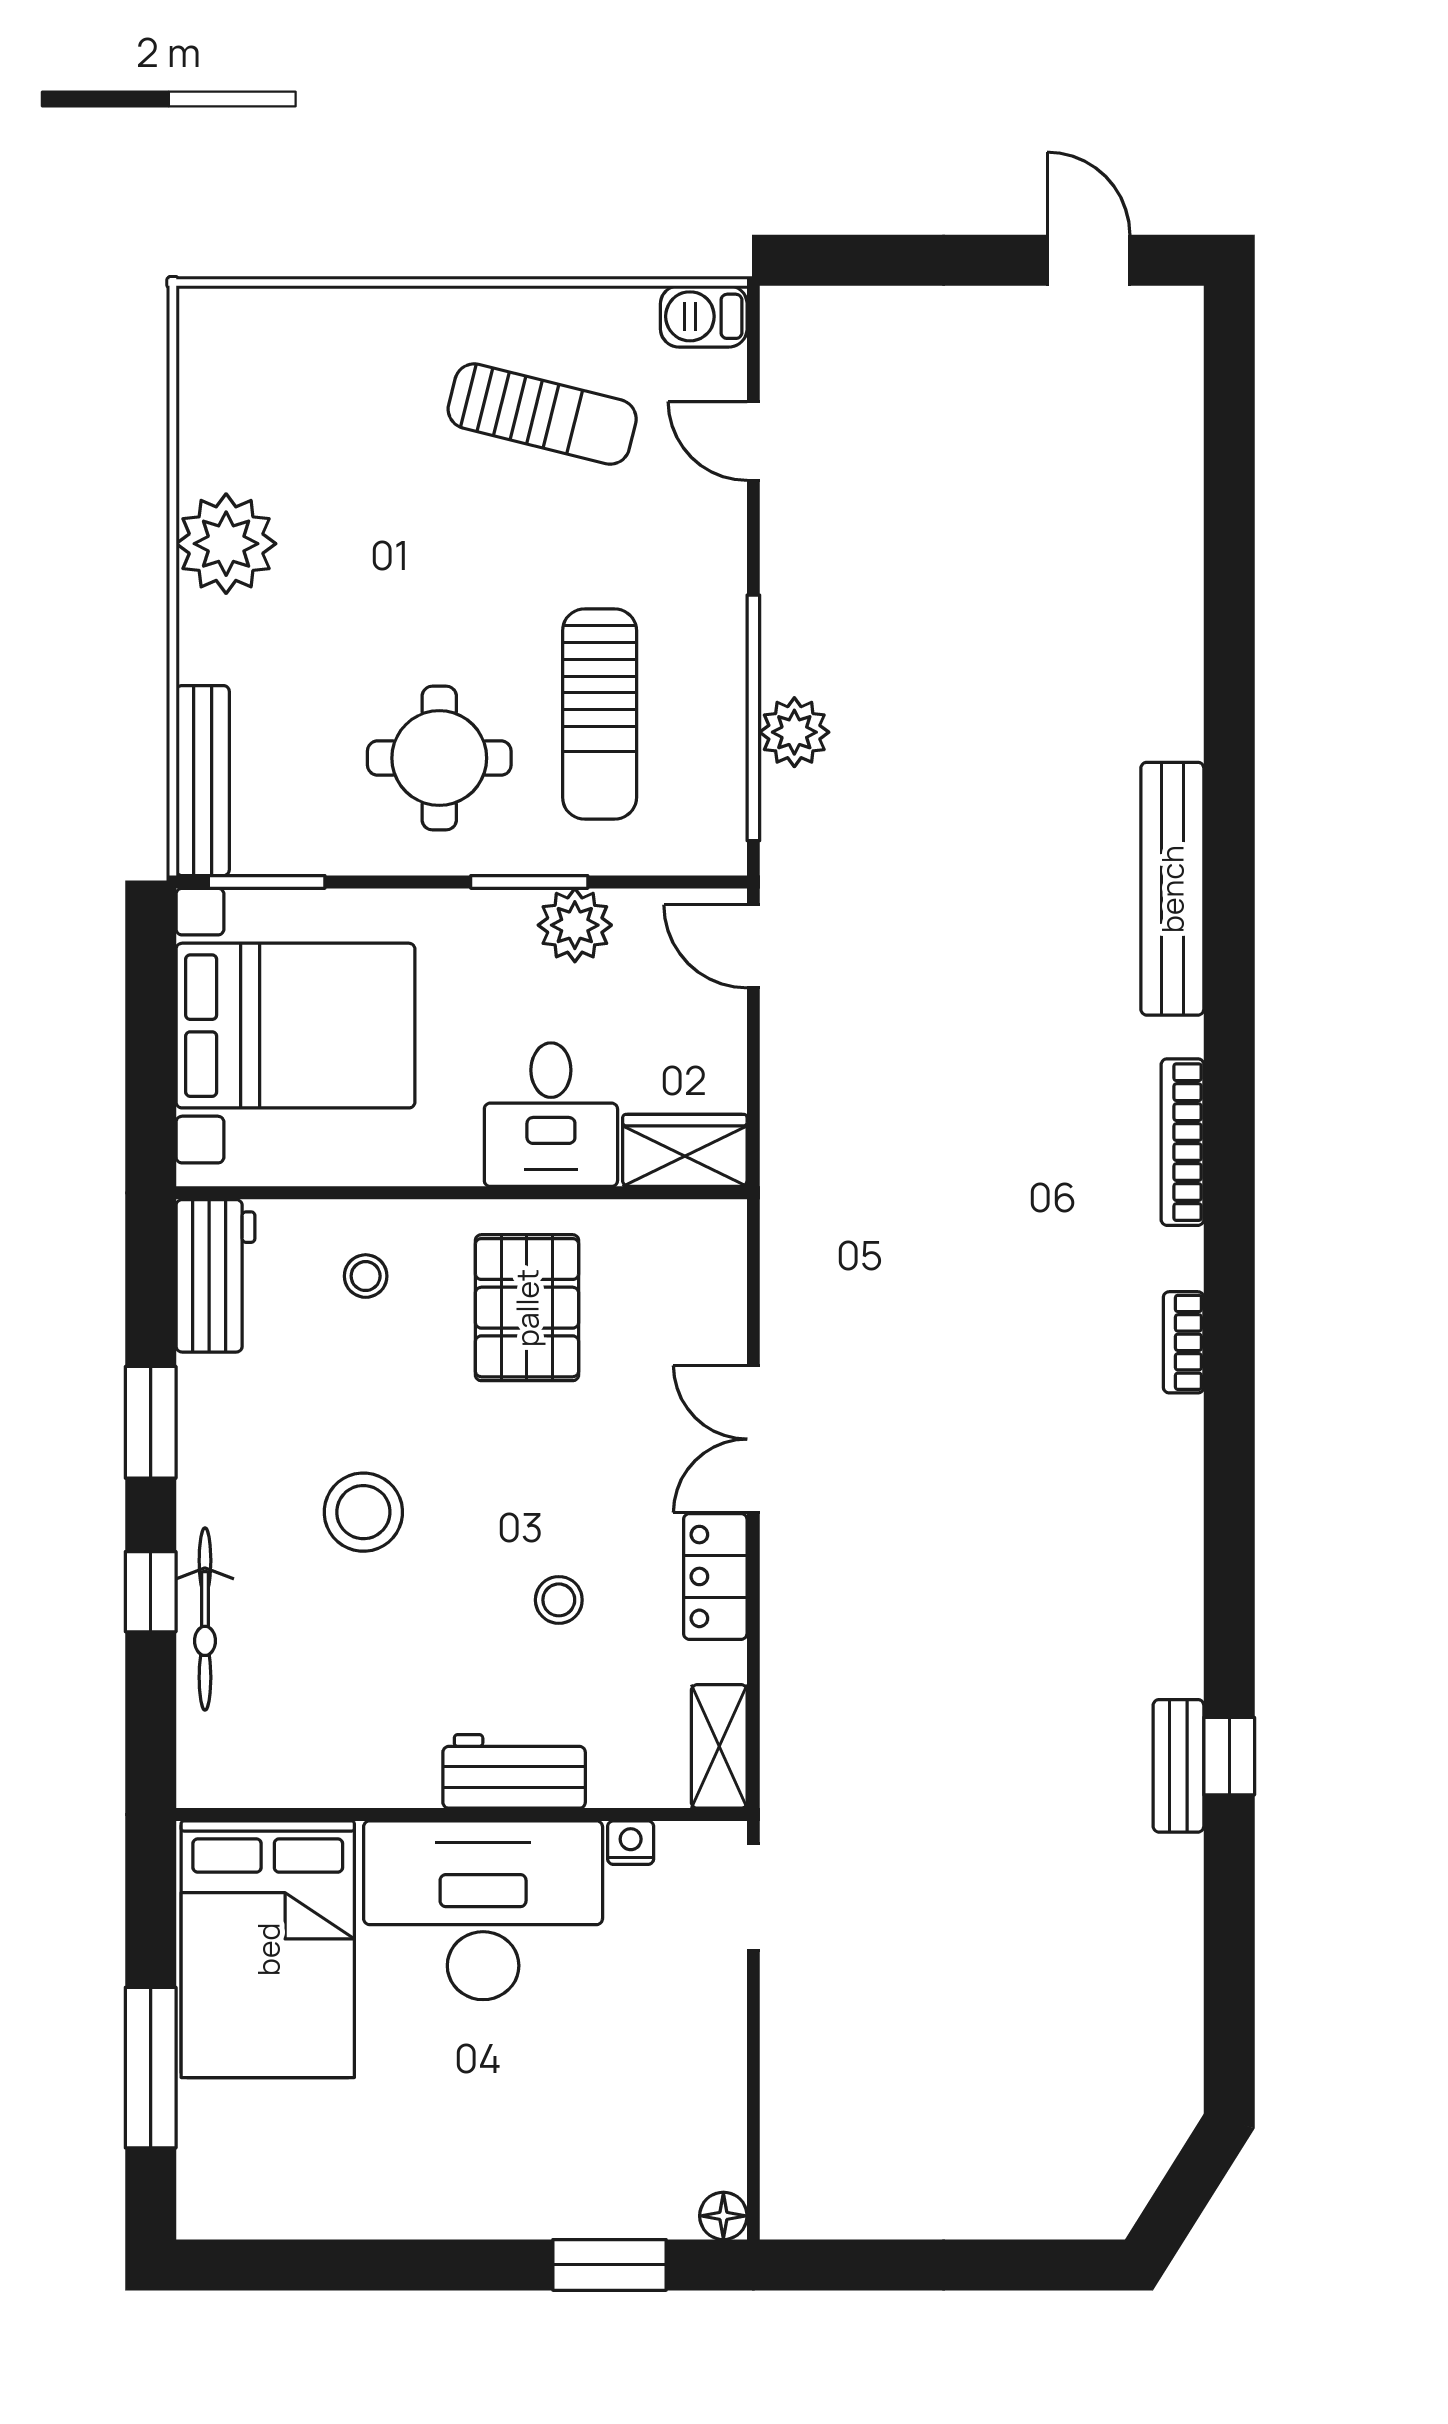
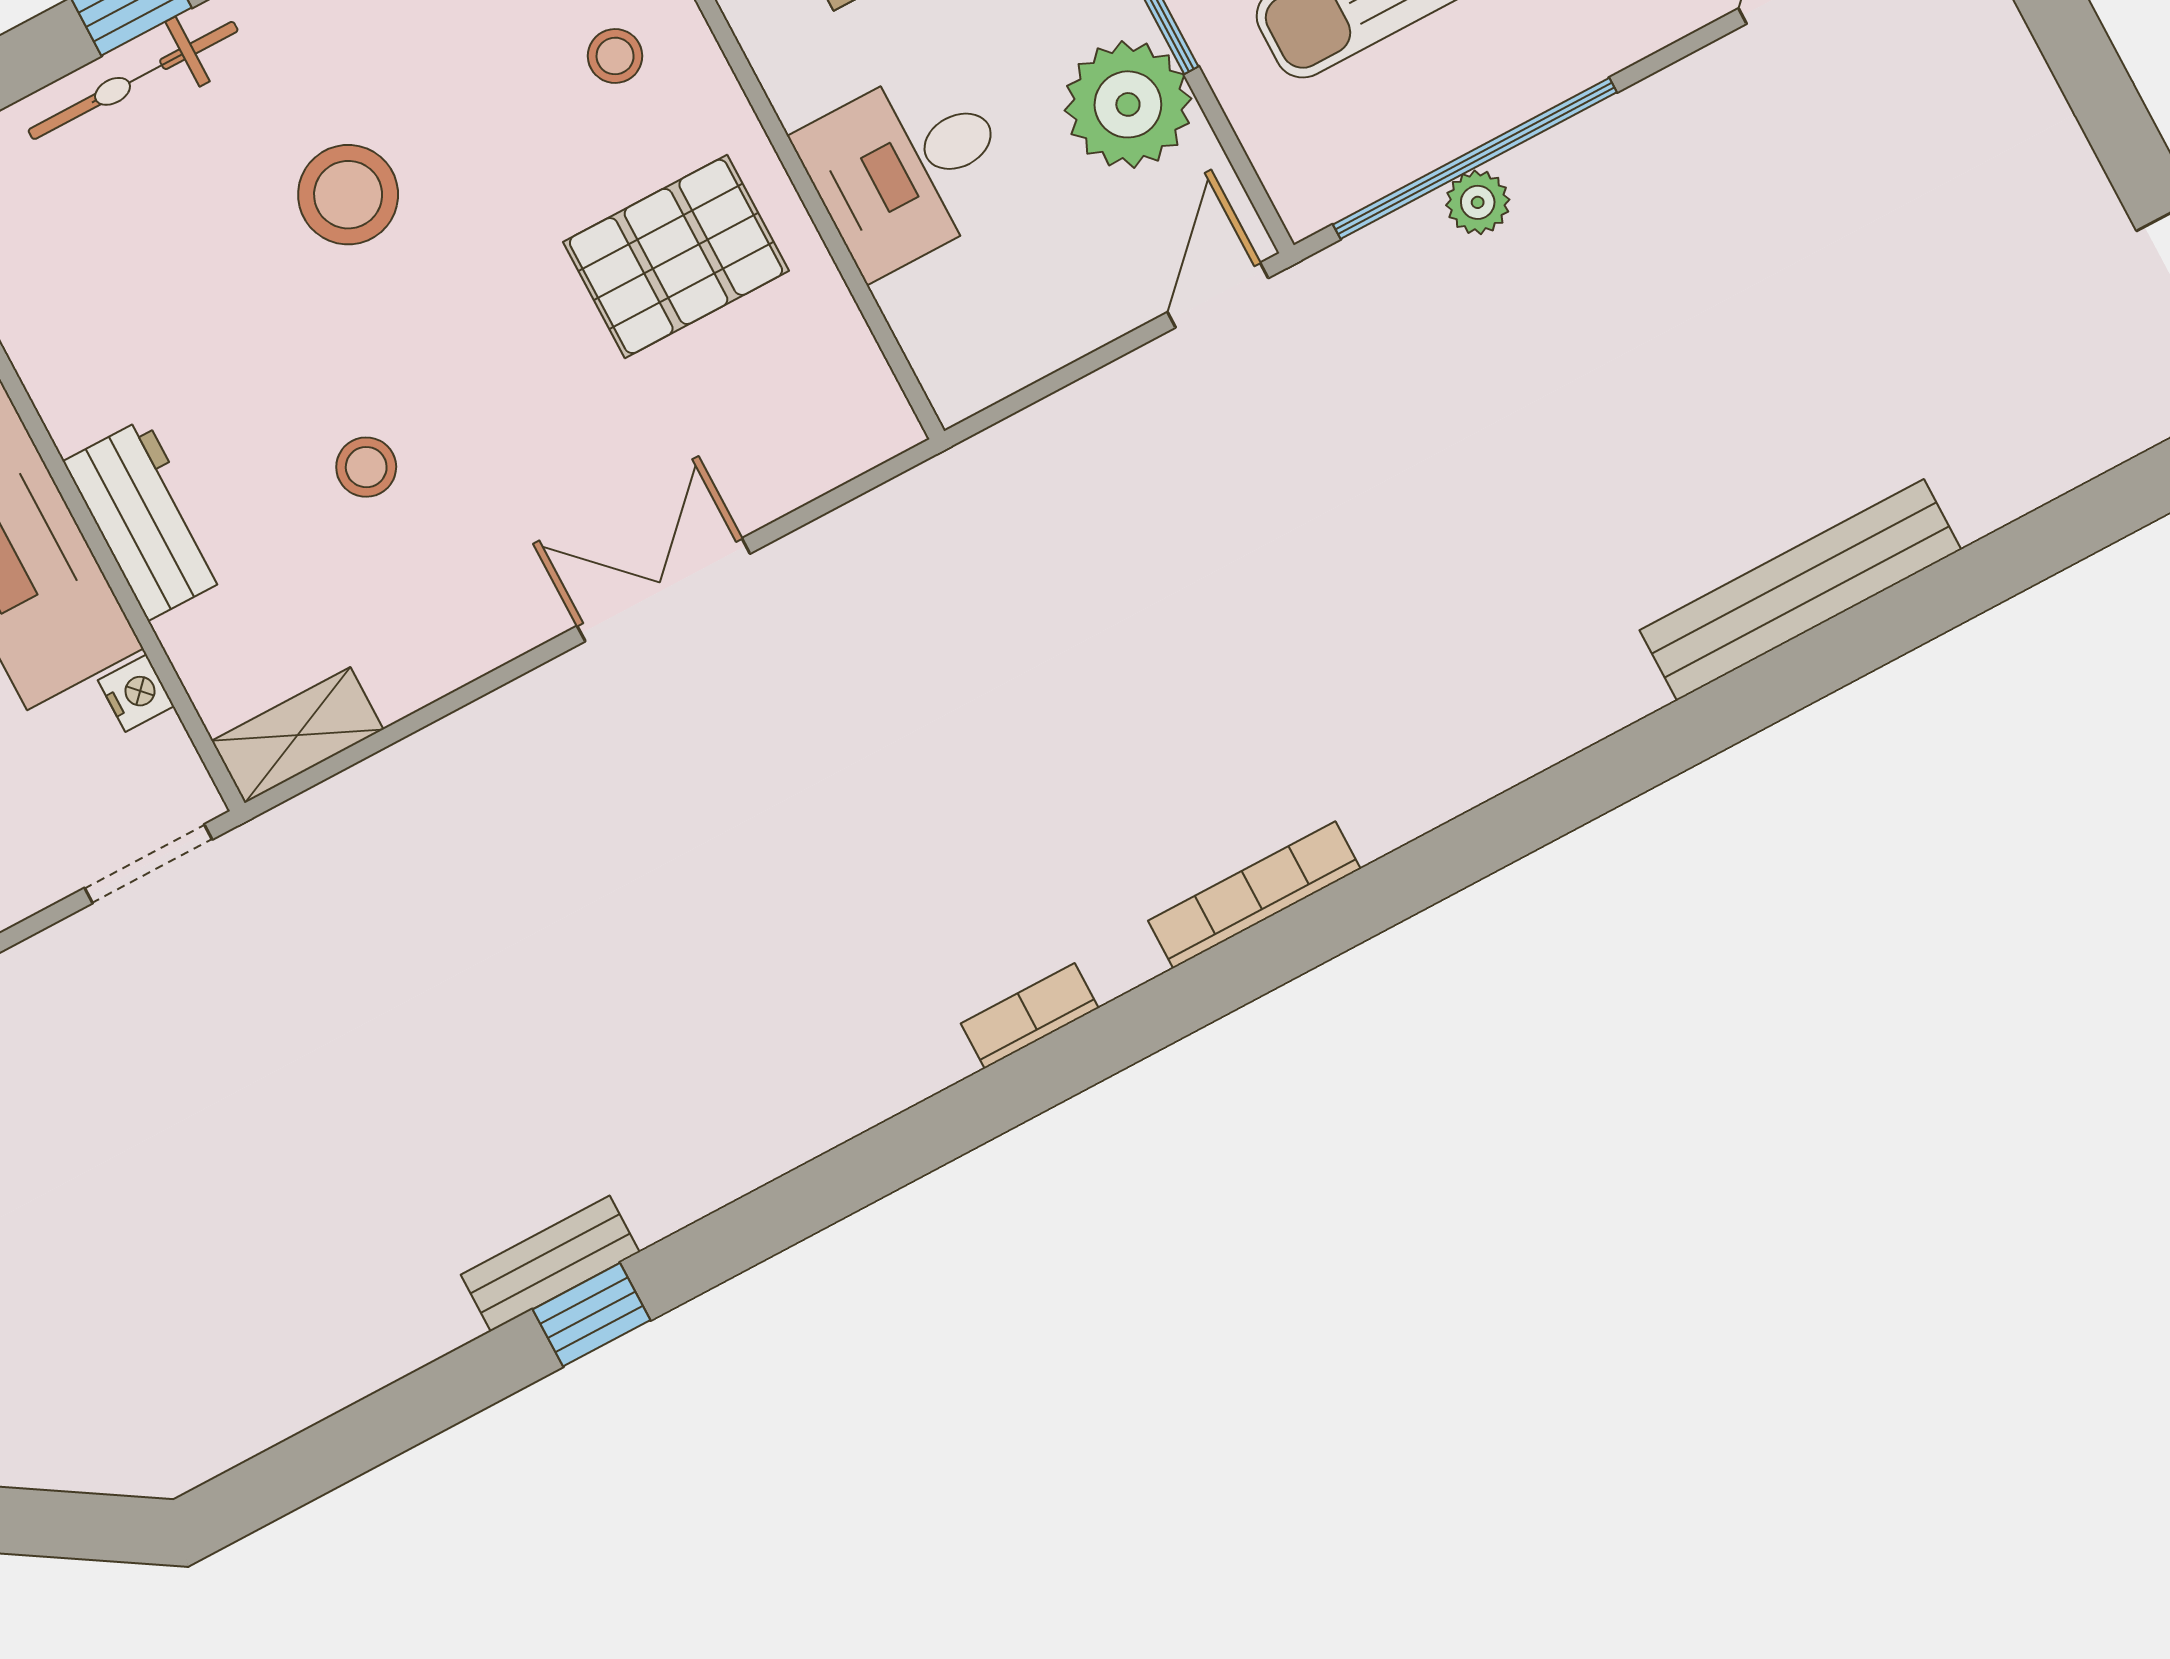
plant: (794, 732) -> (1478, 202), width x0.73, depth x0.73
bench: (1172, 889) -> (1800, 590), moved
plant: (575, 925) -> (1128, 104), width x1.36, depth x1.36
wardrobe: (685, 1150) -> (947, 340), removed
locker: (715, 1576) -> (486, 629), removed

